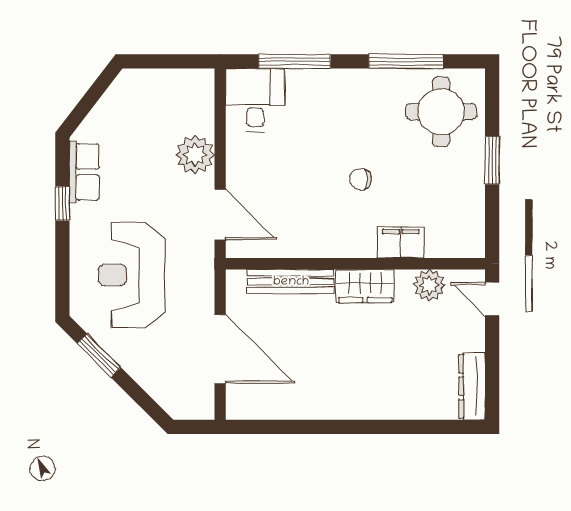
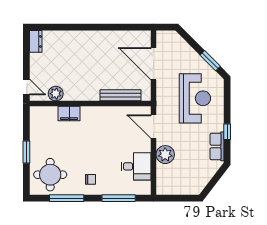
desk: (255, 100) -> (136, 166), moved, turned -90
chair: (361, 179) -> (91, 179), moved
wardrobe: (365, 286) -> (86, 93), removed
dresser: (472, 386) -> (36, 41), width x0.70

